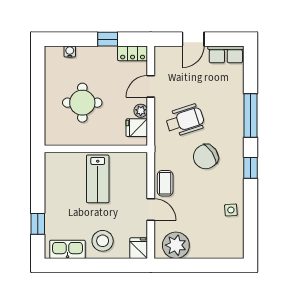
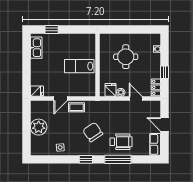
wheelchair: (185, 120) -> (121, 142), moved, turned -72
stool: (103, 241) -> (41, 69), removed
plant: (176, 245) -> (39, 127), moved

